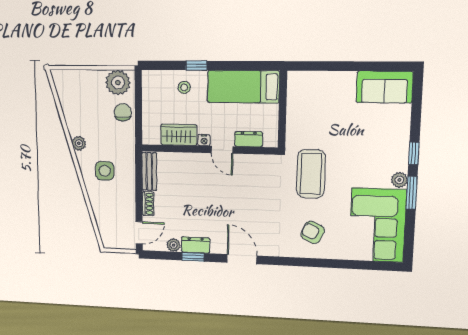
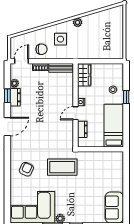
plant: (118, 82) -> (116, 48), removed
chair: (123, 112) -> (41, 49), moved
wardrobe: (179, 135) -> (84, 75), moved
door: (139, 233) -> (21, 61), swing flipped

